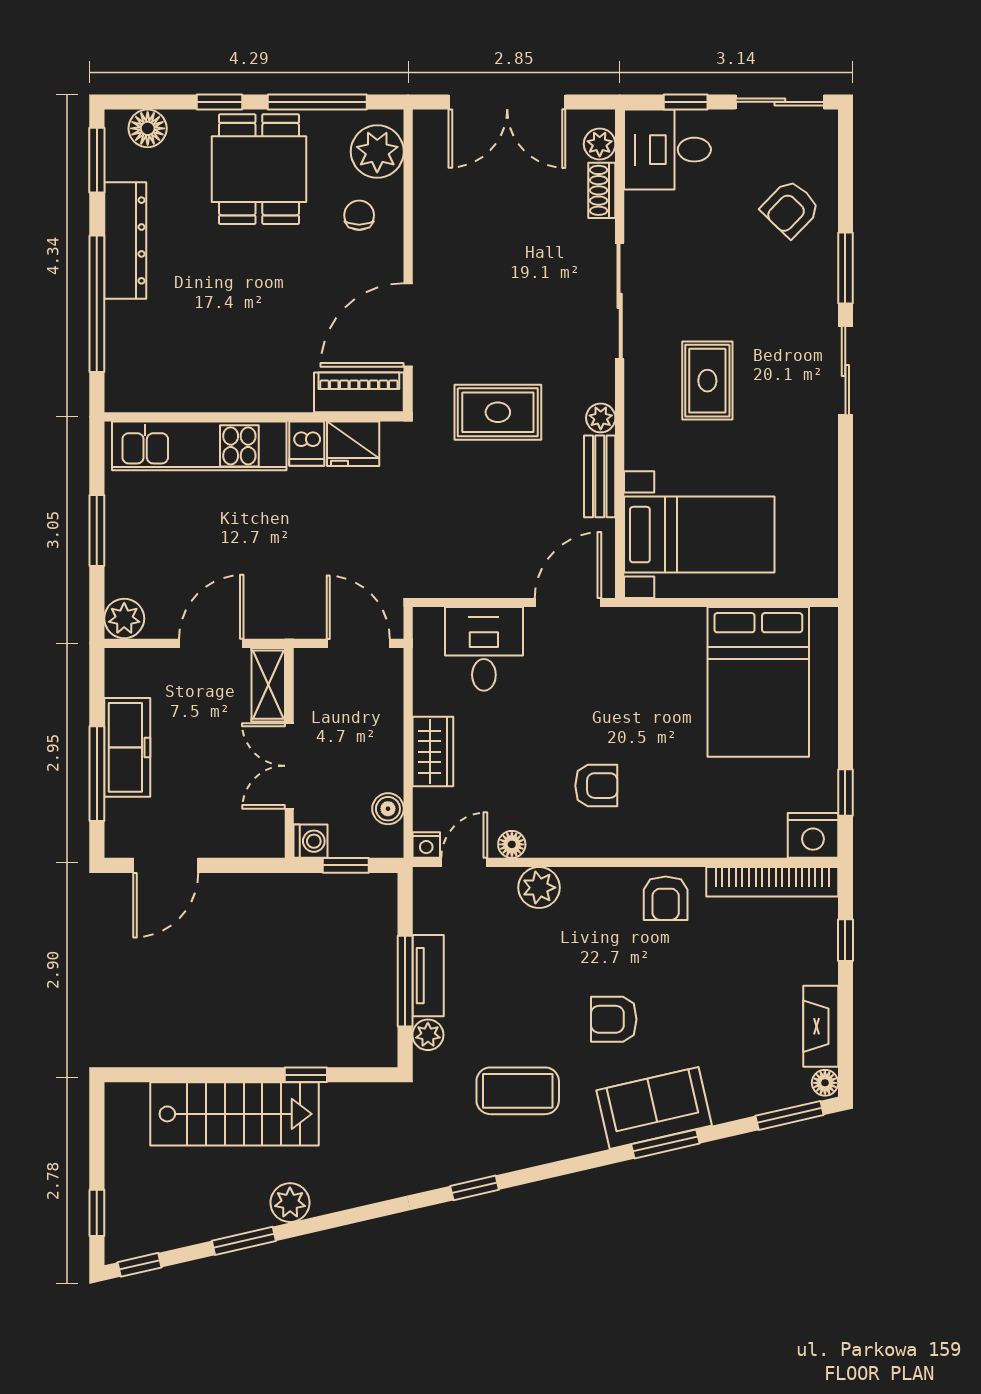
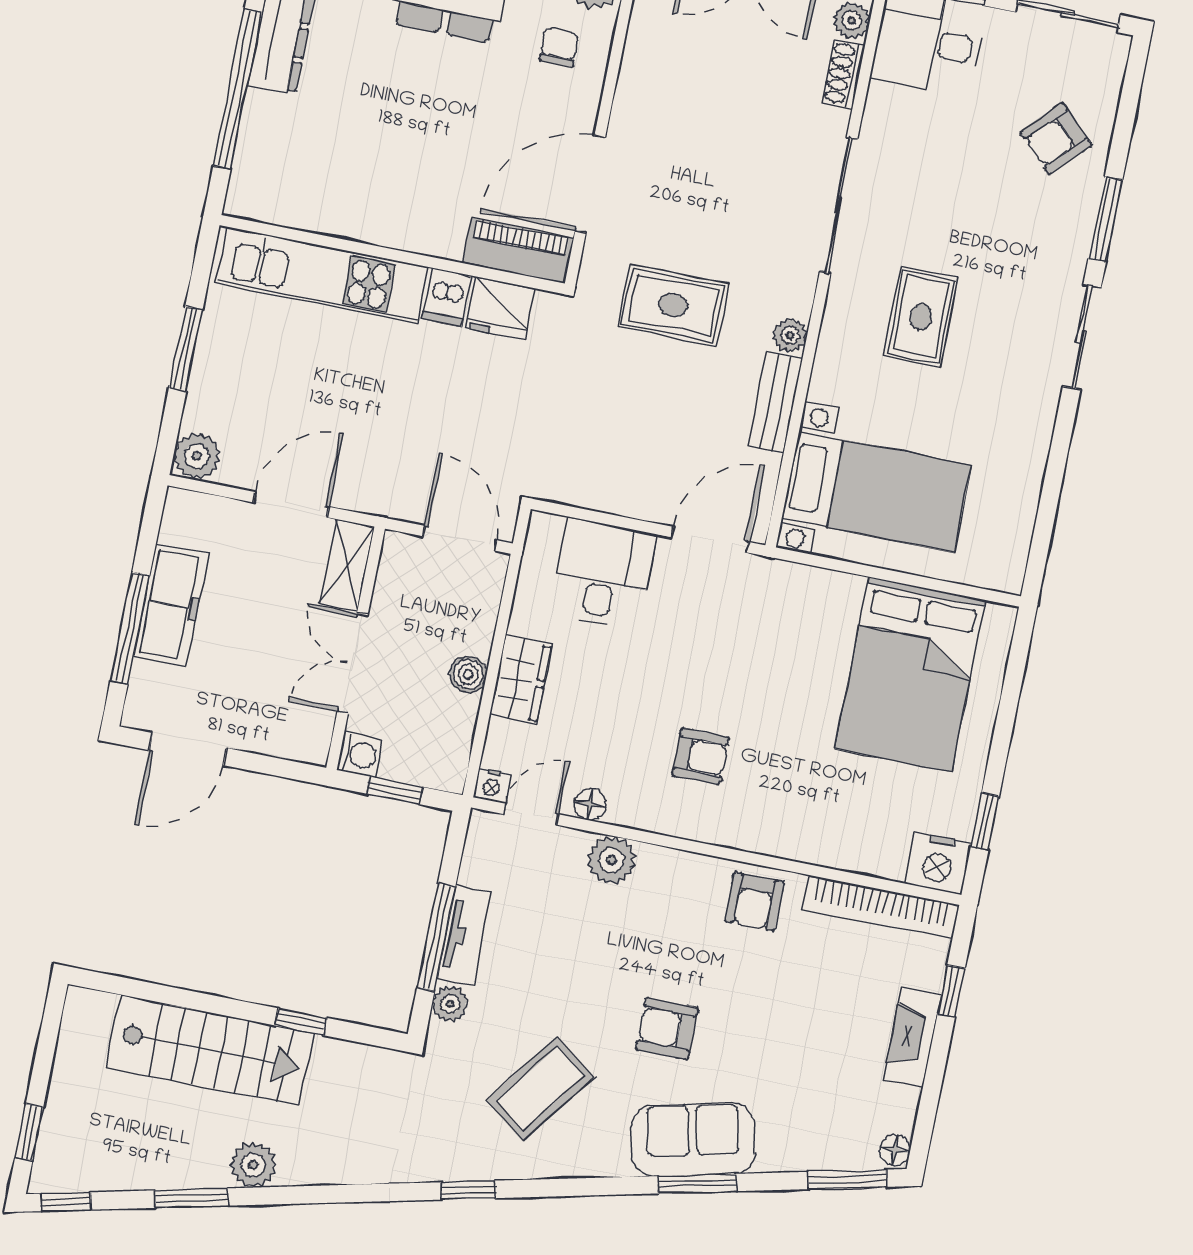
boiler: (388, 809) -> (468, 674), moved
fireplace: (821, 1026) -> (912, 1037), moved
coffee table: (518, 1091) -> (540, 1089), turned -53

